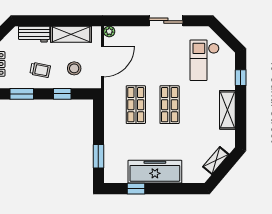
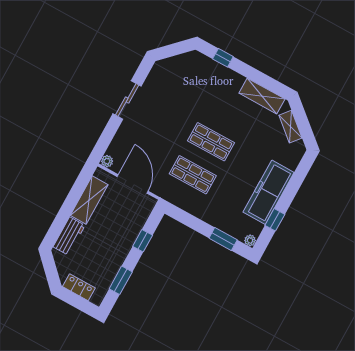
checkout: (205, 60) -> (186, 84), removed
stool: (74, 68) -> (124, 215), removed
trolley: (40, 70) -> (107, 249), removed
shelving: (227, 110) -> (262, 96), moved
plant: (109, 178) -> (250, 240), added

